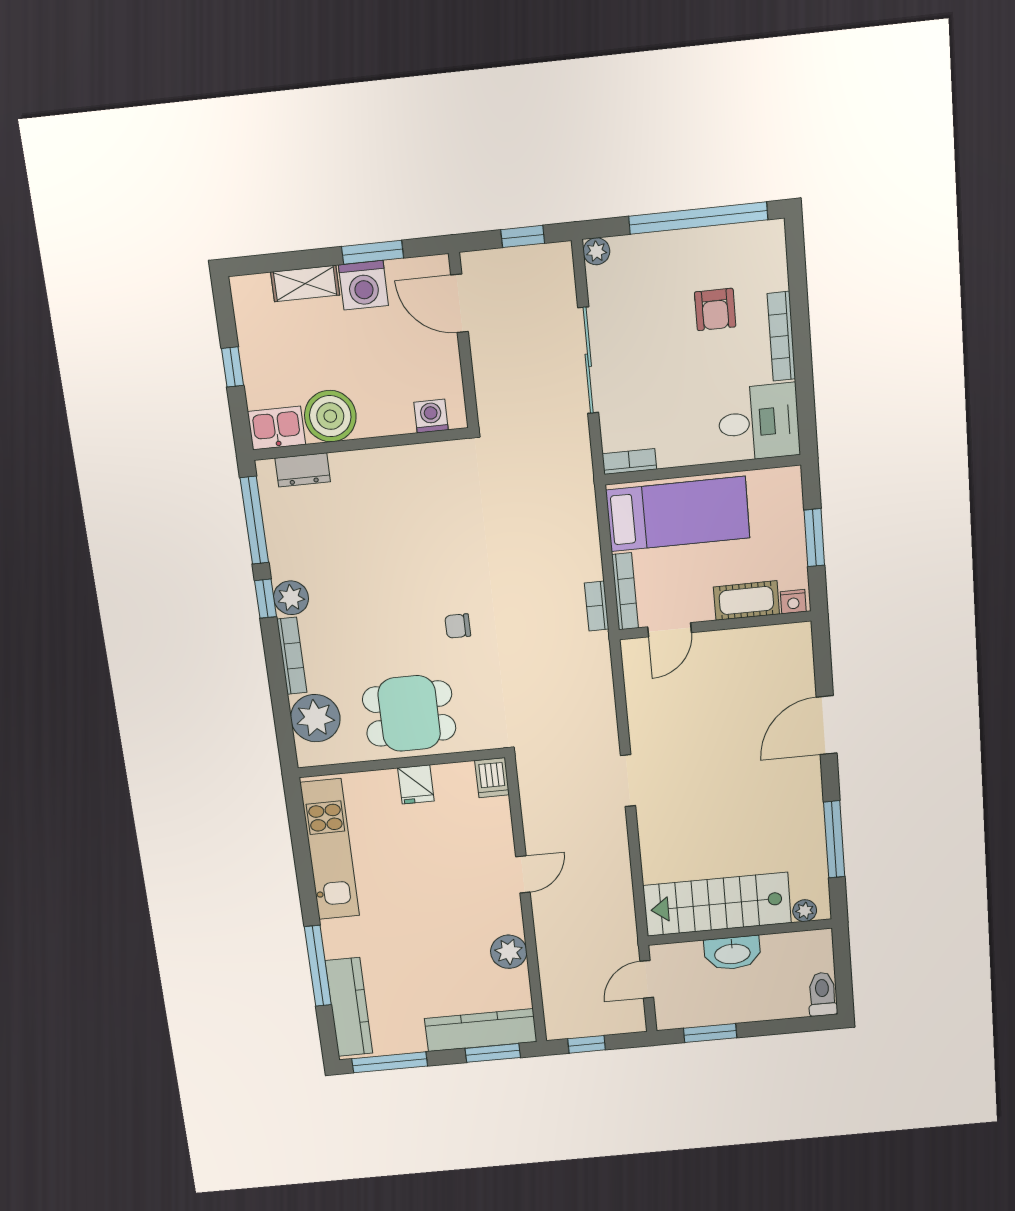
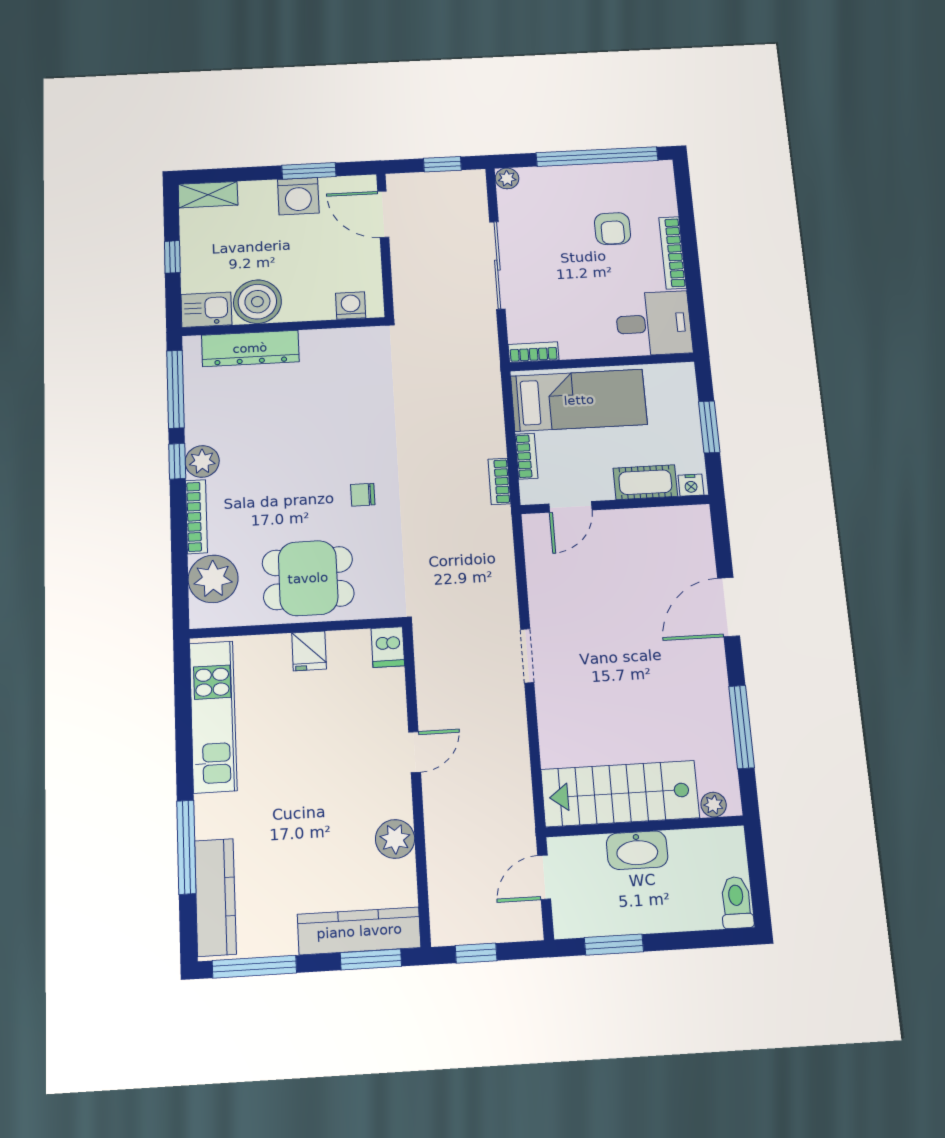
shelving: (305, 284) -> (208, 195), moved
dresser: (303, 470) -> (250, 348), width x1.96, depth x1.24
bookcase: (625, 591) -> (526, 456), width x0.64

